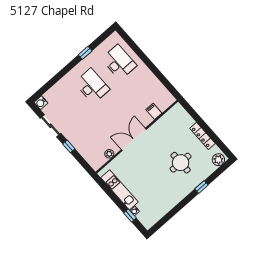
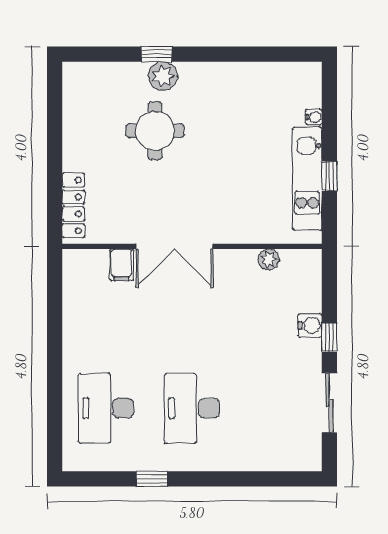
water cooler: (41, 103) -> (310, 325), moved
locker: (202, 136) -> (73, 205), moved
double door: (134, 139) -> (175, 246), moved
plant: (218, 160) -> (163, 76), moved
window: (130, 215) -> (329, 176), moved

